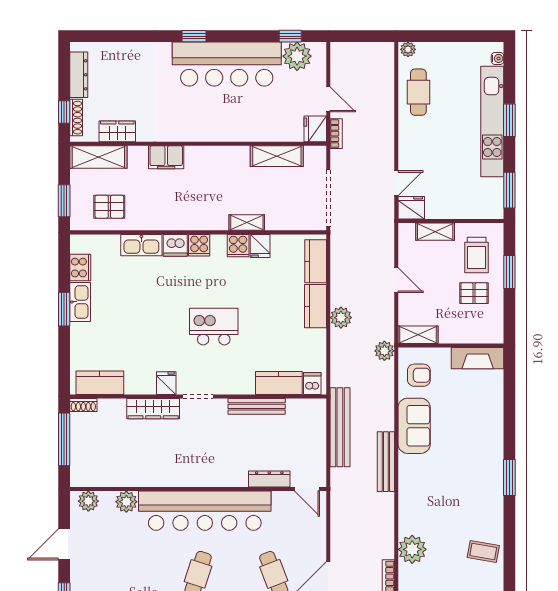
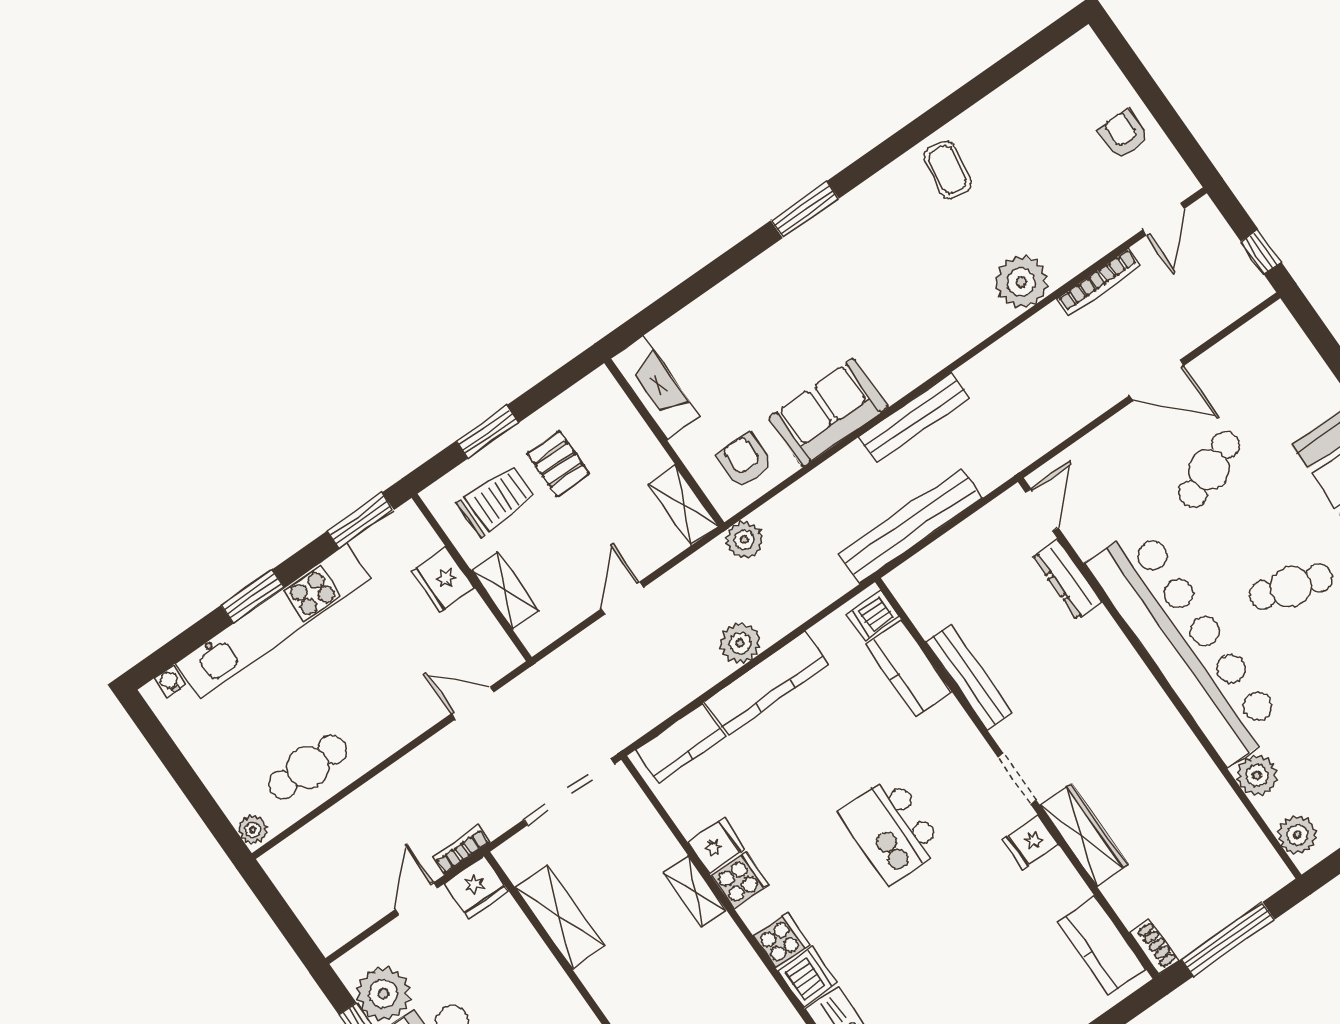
fridge: (411, 208) -> (443, 580), moved
kitchen counter: (315, 306) -> (767, 683), width x1.50

